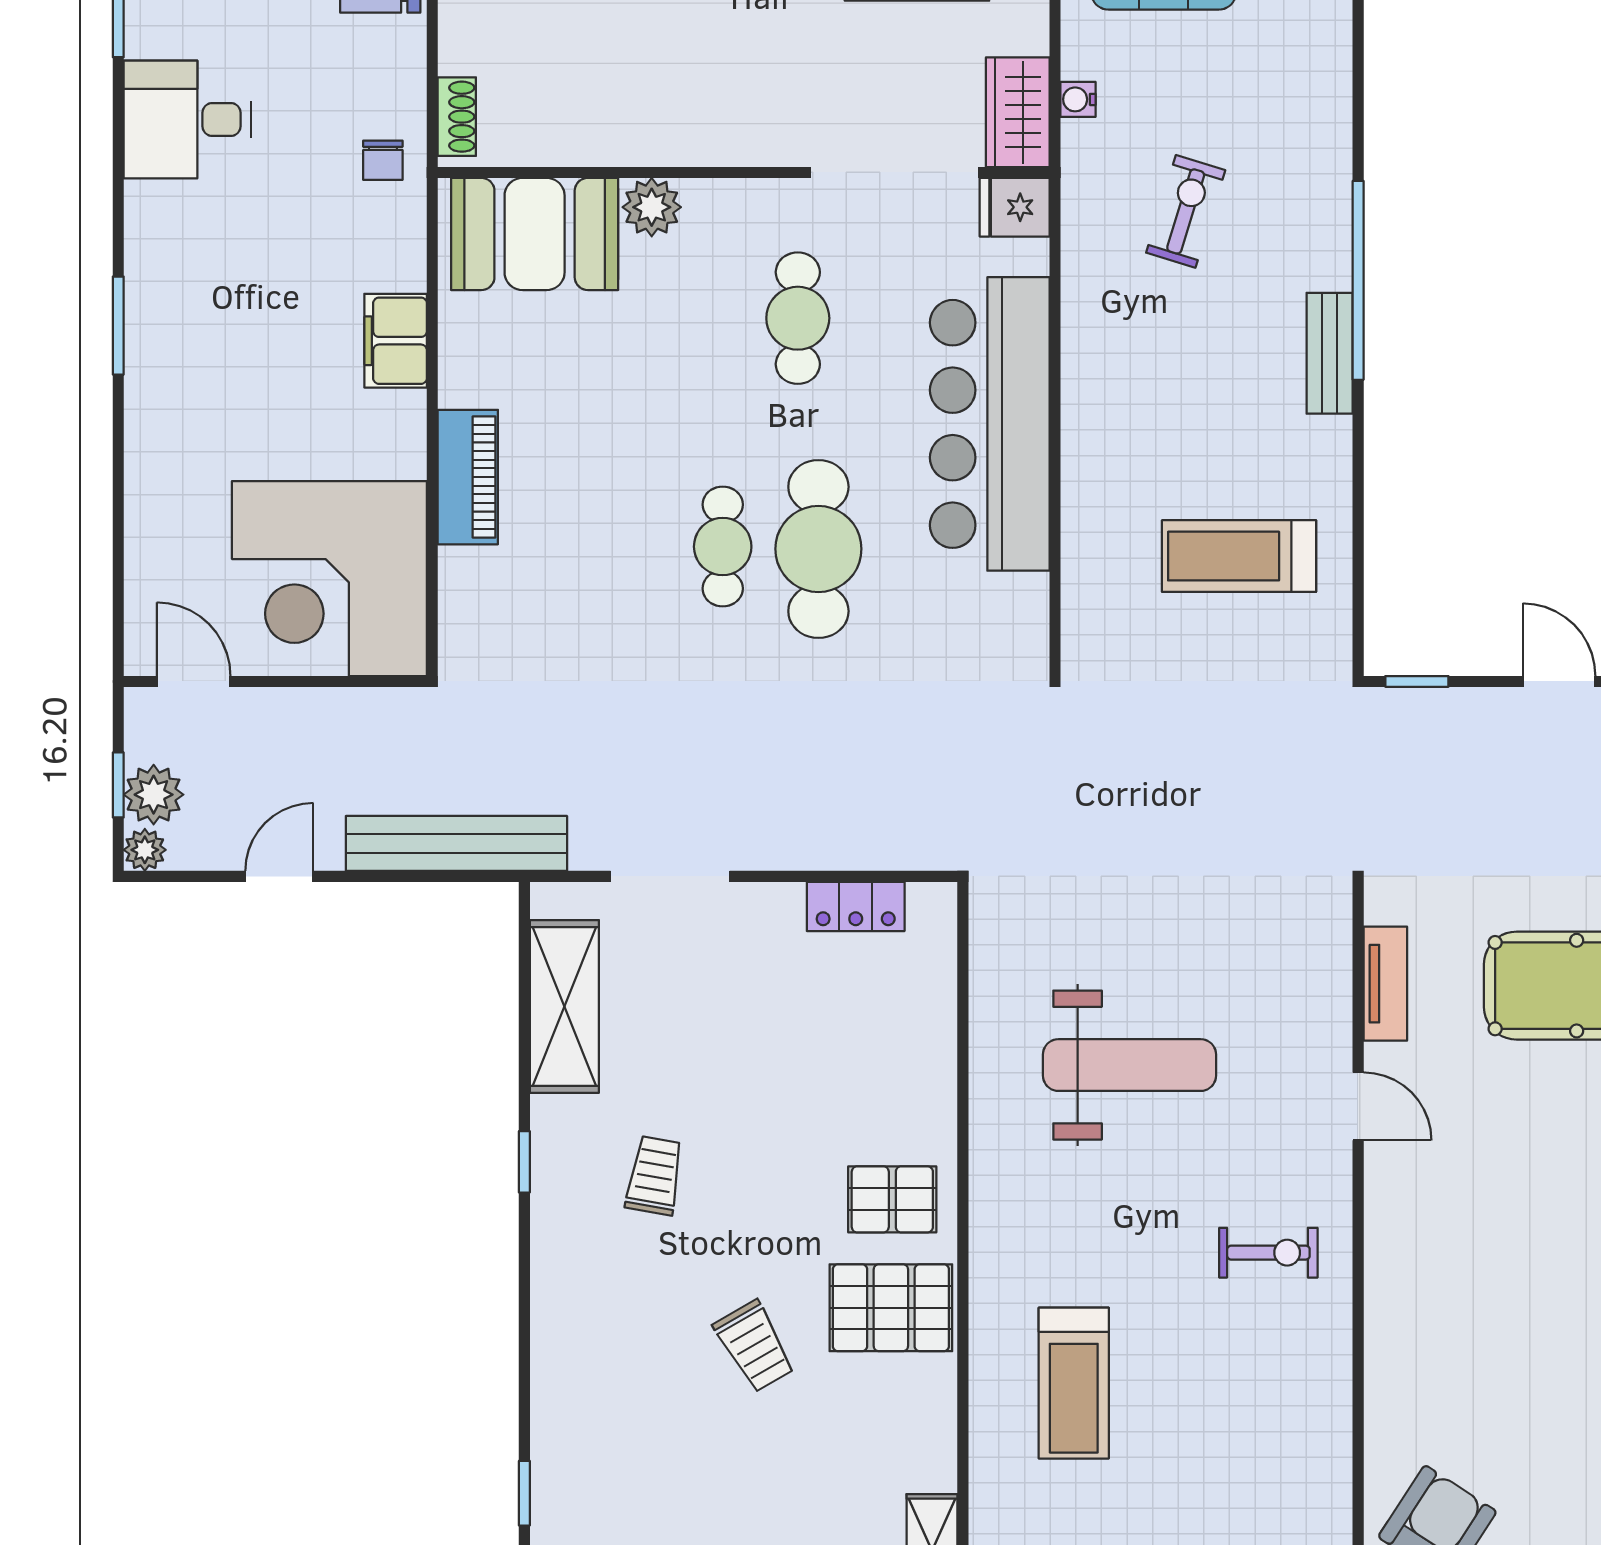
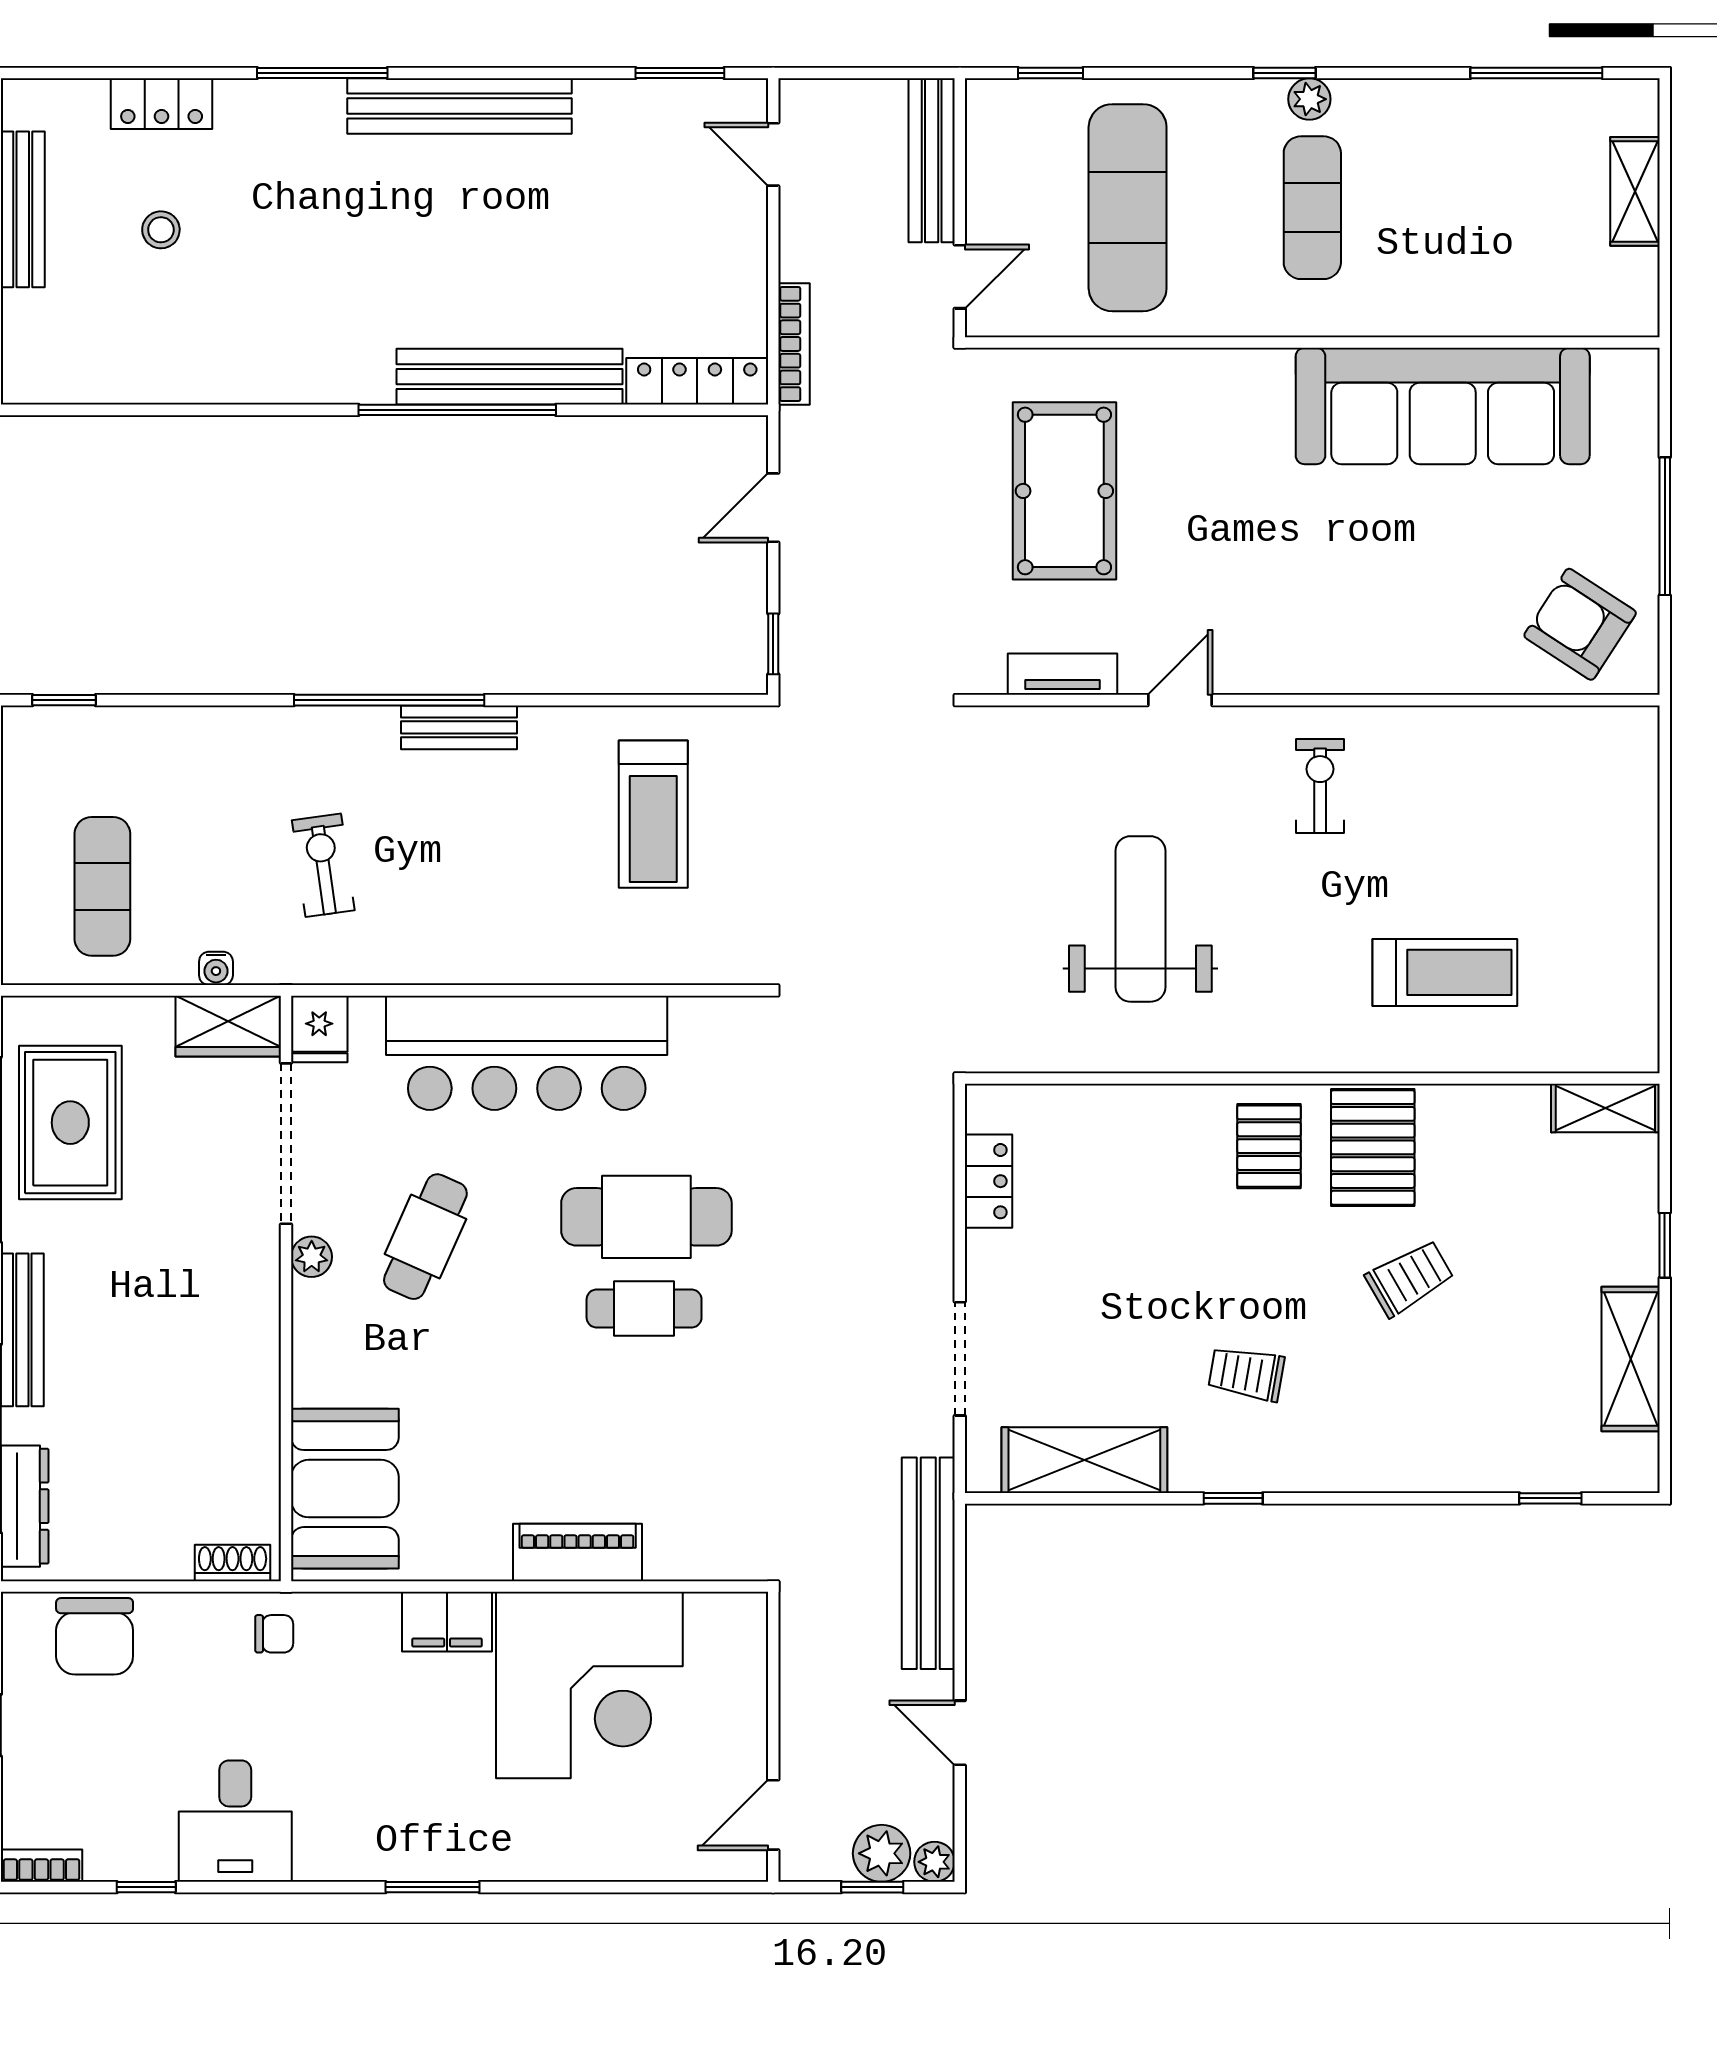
plant: (652, 207) -> (312, 1257), moved, width x0.73, depth x0.73
exercise bike: (1186, 211) -> (323, 865), turned 65
cafe table: (798, 318) -> (425, 1237), turned -66
corner desk: (329, 579) -> (589, 1685), moved

